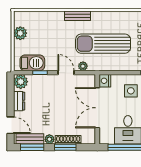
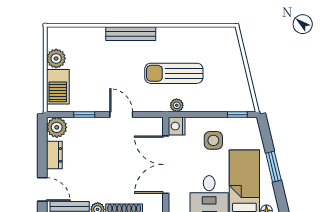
bench: (77, 16) -> (131, 34), width x1.36
sun lounger: (103, 44) -> (174, 73), width x0.73, depth x0.75
barbecue: (32, 63) -> (58, 87), moved, turned 90
plant: (83, 66) -> (177, 105), moved

